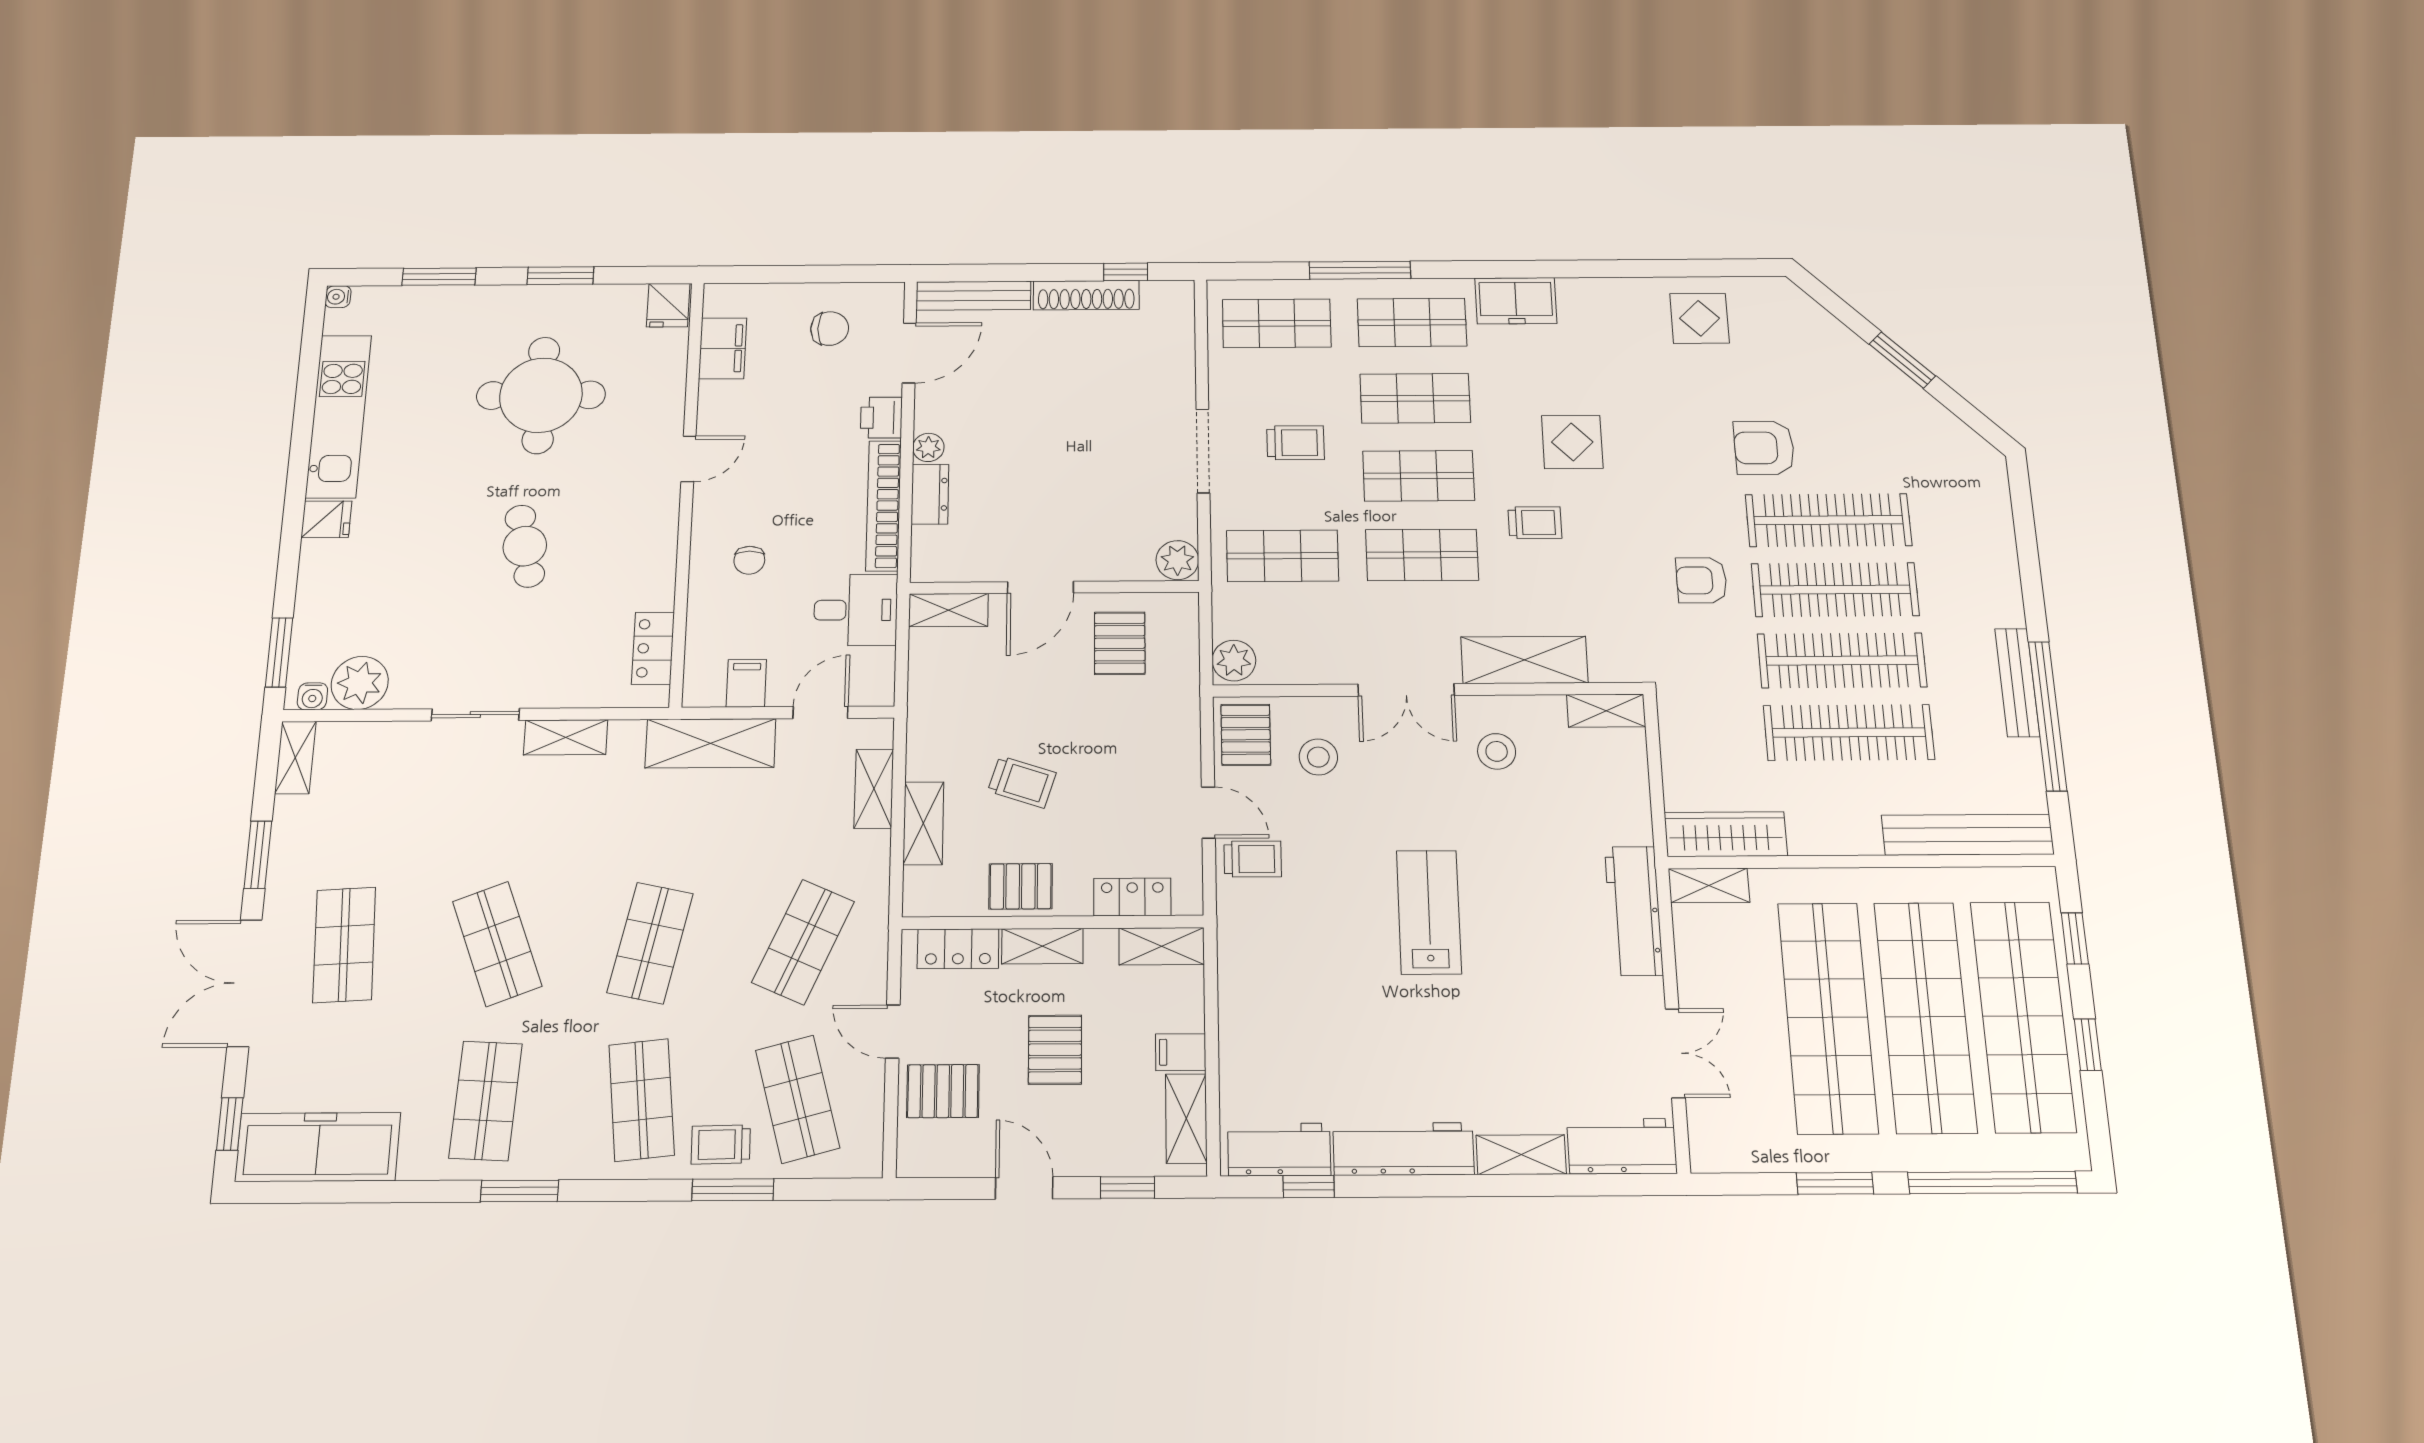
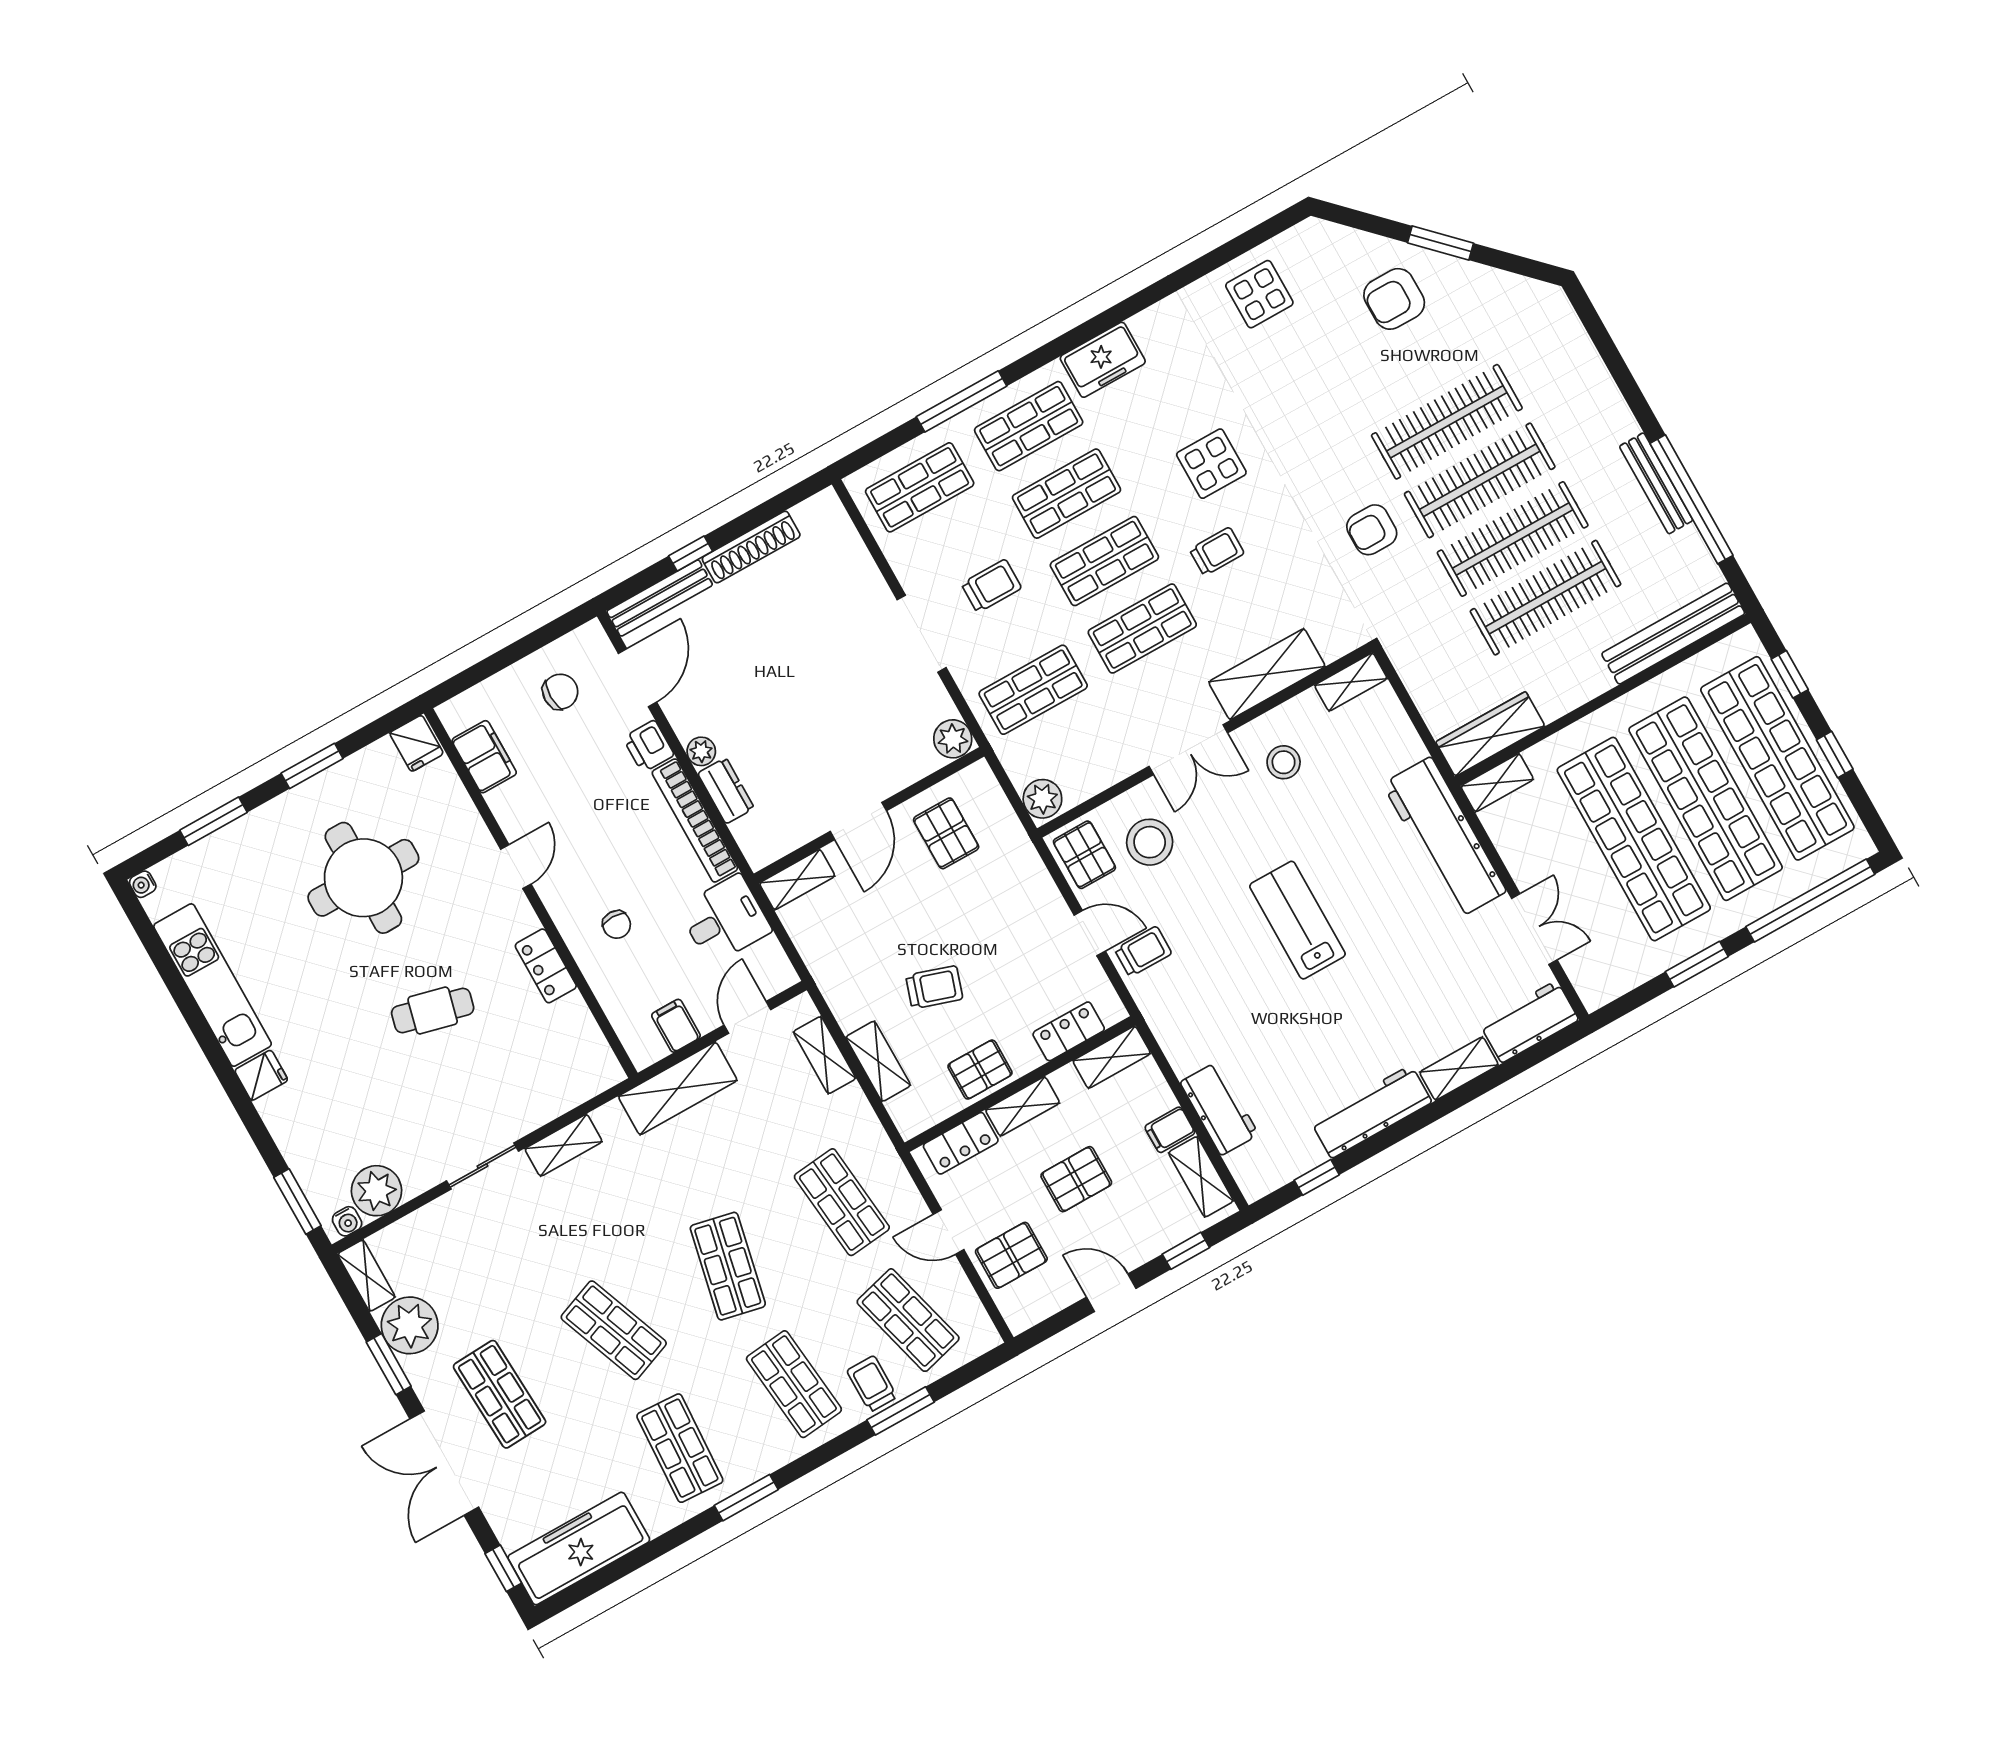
window: (1126, 272) -> (691, 553), moved
armchair: (1764, 448) -> (1394, 299), moved
cafe table: (525, 546) -> (433, 1010), turned -64
locker: (653, 648) -> (546, 966), moved
stool: (1318, 757) -> (1150, 842), width x1.38, depth x1.38
plant: (303, 828) -> (410, 1325), added
workbench: (1634, 911) -> (1444, 838), width x1.36, depth x1.32
shop shelf: (803, 942) -> (842, 1202), turned -30
pallet: (1055, 1050) -> (1076, 1179), turned 90
trolley: (721, 1144) -> (872, 1384), turned 91
workbench: (1279, 1150) -> (1219, 1108), moved, turned 90

